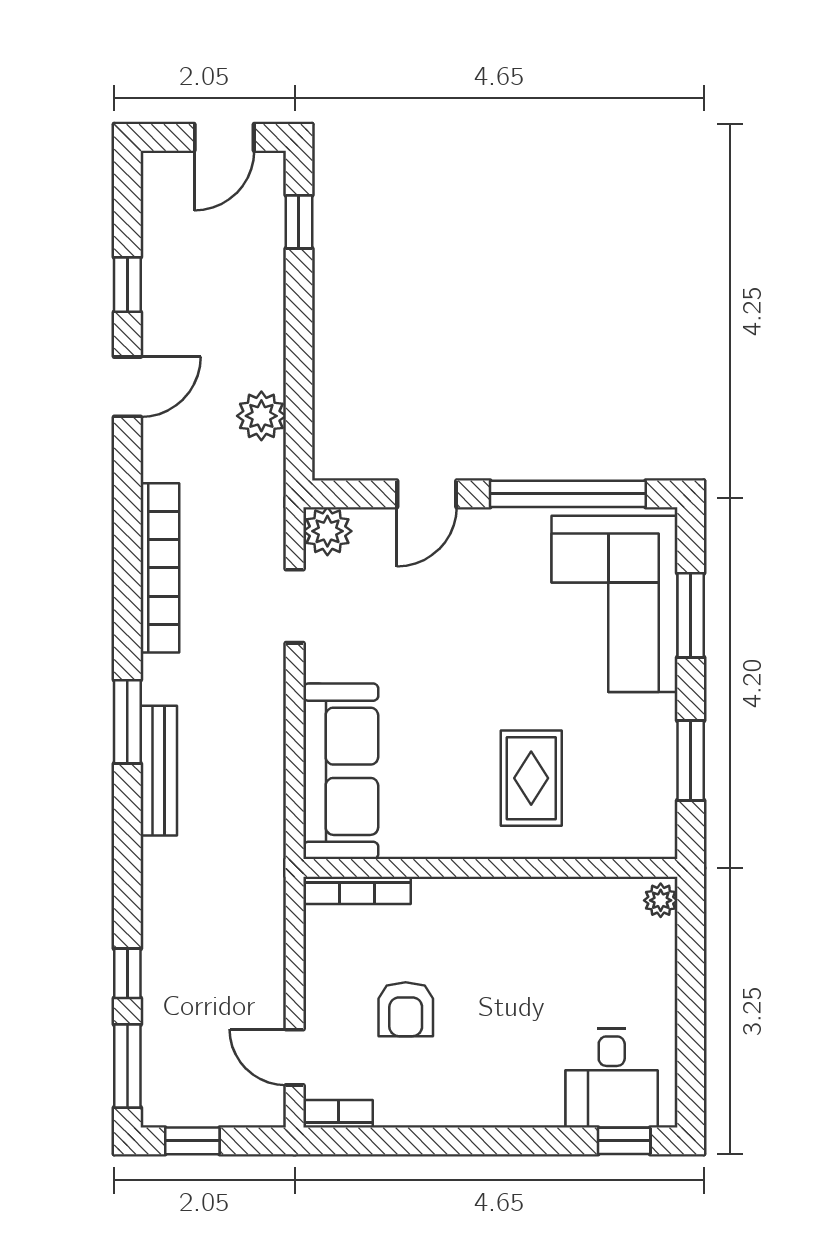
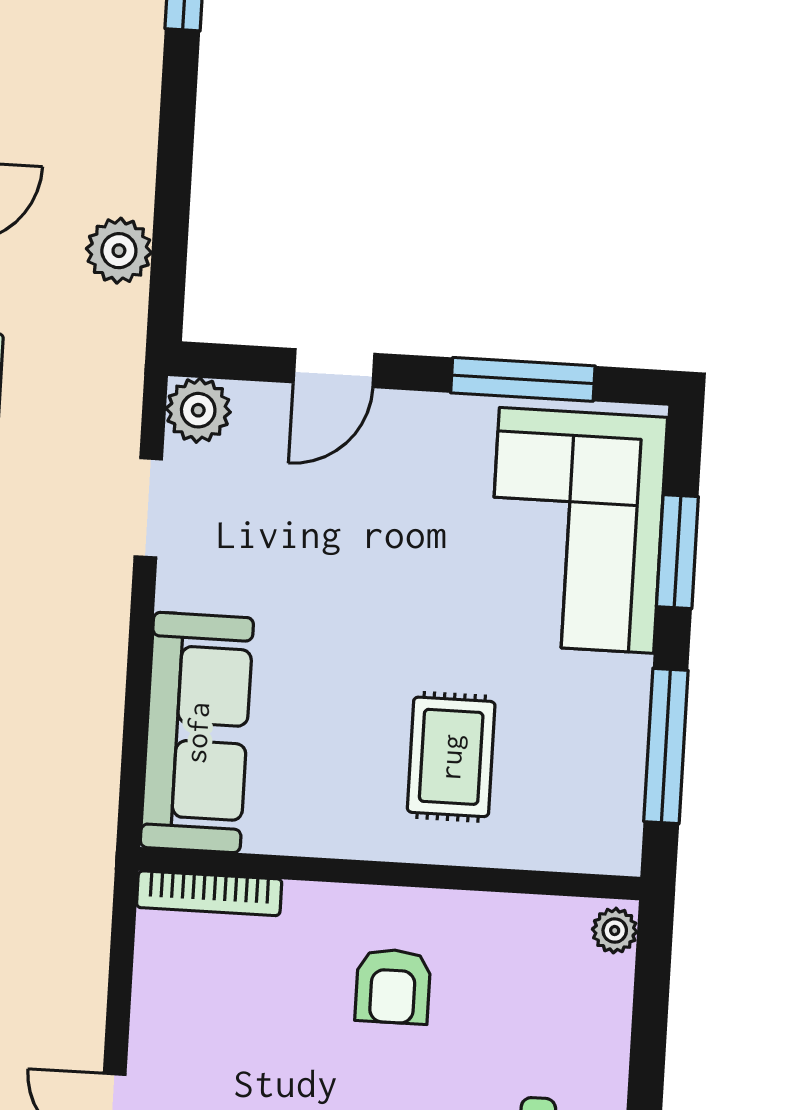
window: (568, 494) -> (523, 379), width x0.68
window: (691, 761) -> (666, 746), width x1.44
armchair: (406, 1009) -> (393, 986), moved

